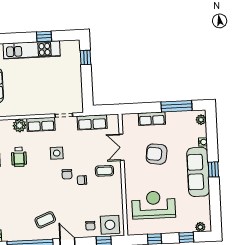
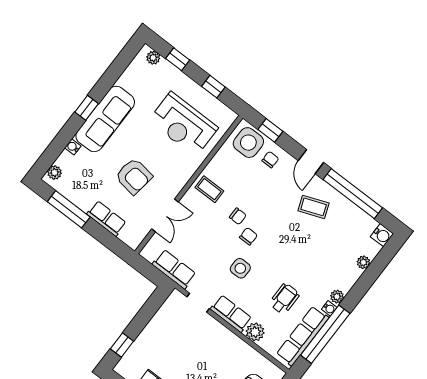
coffee table: (104, 171) -> (209, 189), moved

